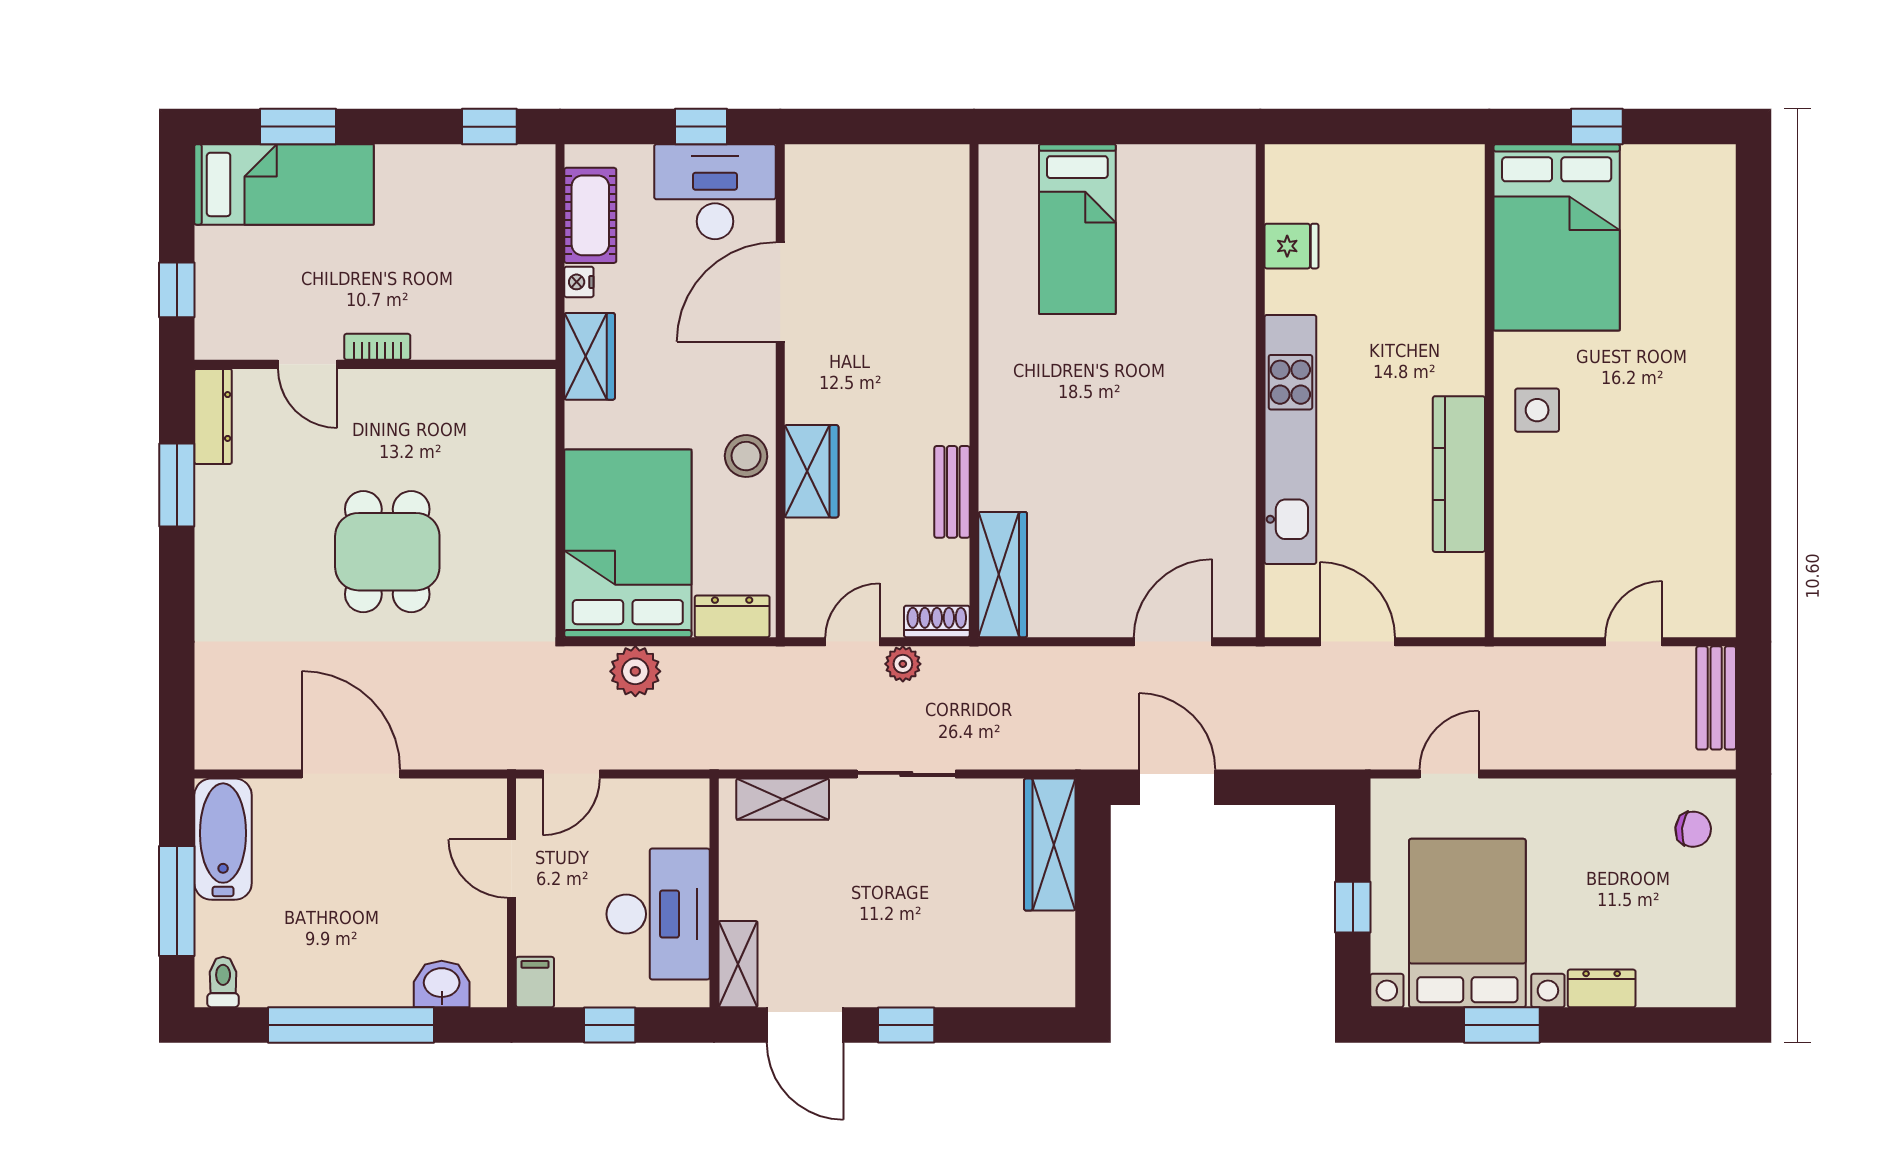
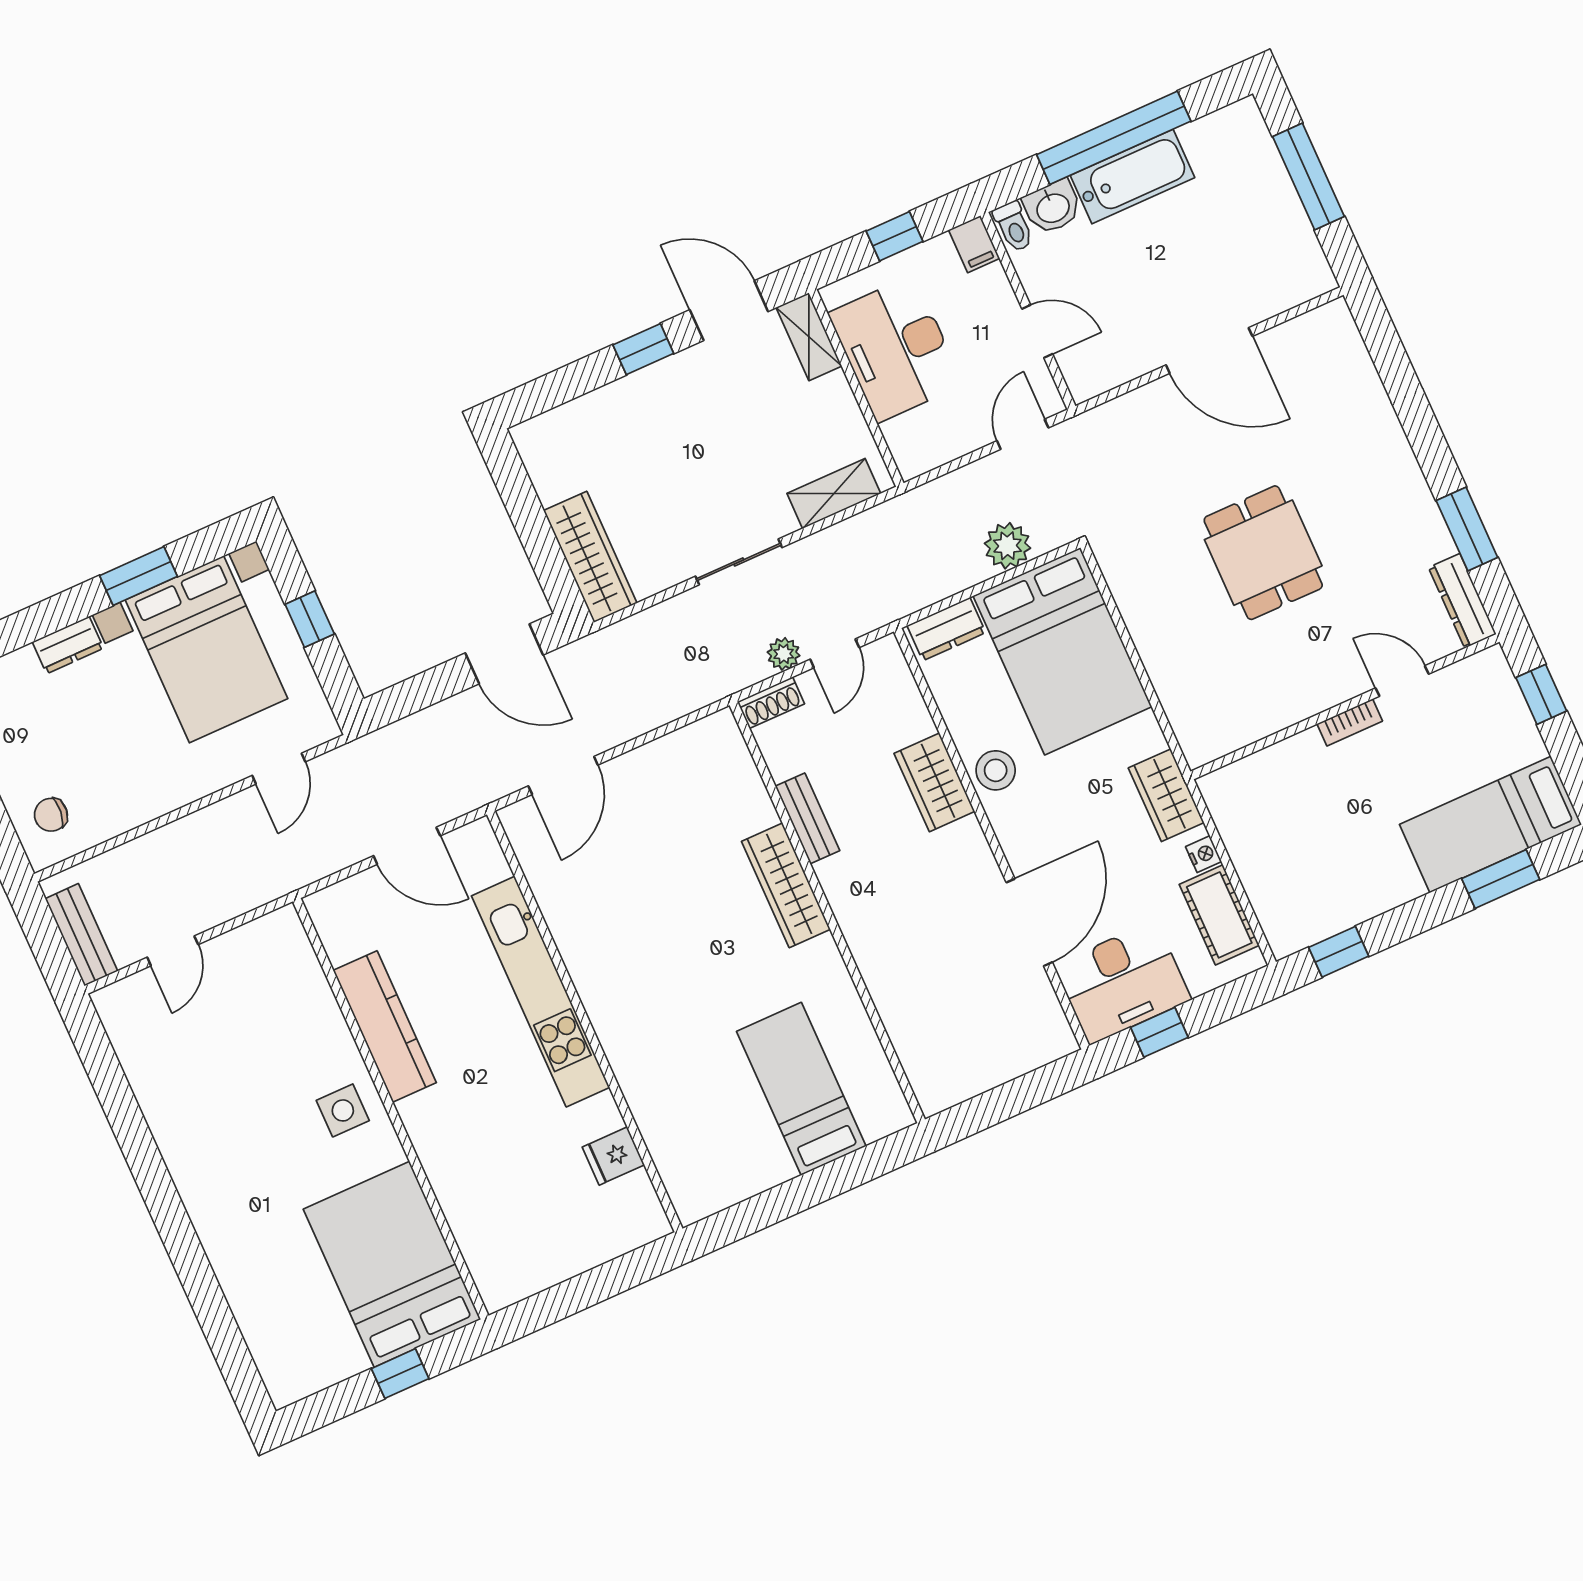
wardrobe: (1003, 575) -> (786, 885), moved
bathtub: (223, 839) -> (1132, 176), moved, turned -90
toilet: (223, 982) -> (1014, 227), moved

